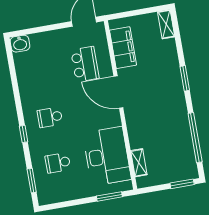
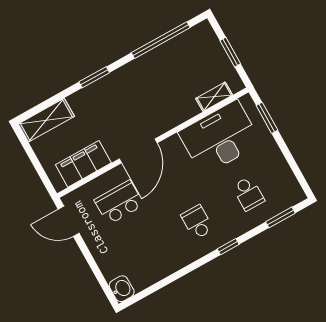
shelving: (166, 24) -> (46, 120), width x1.50, depth x1.33
school desk: (50, 117) -> (197, 222), turned 180
window: (182, 184) -> (230, 52), moved

